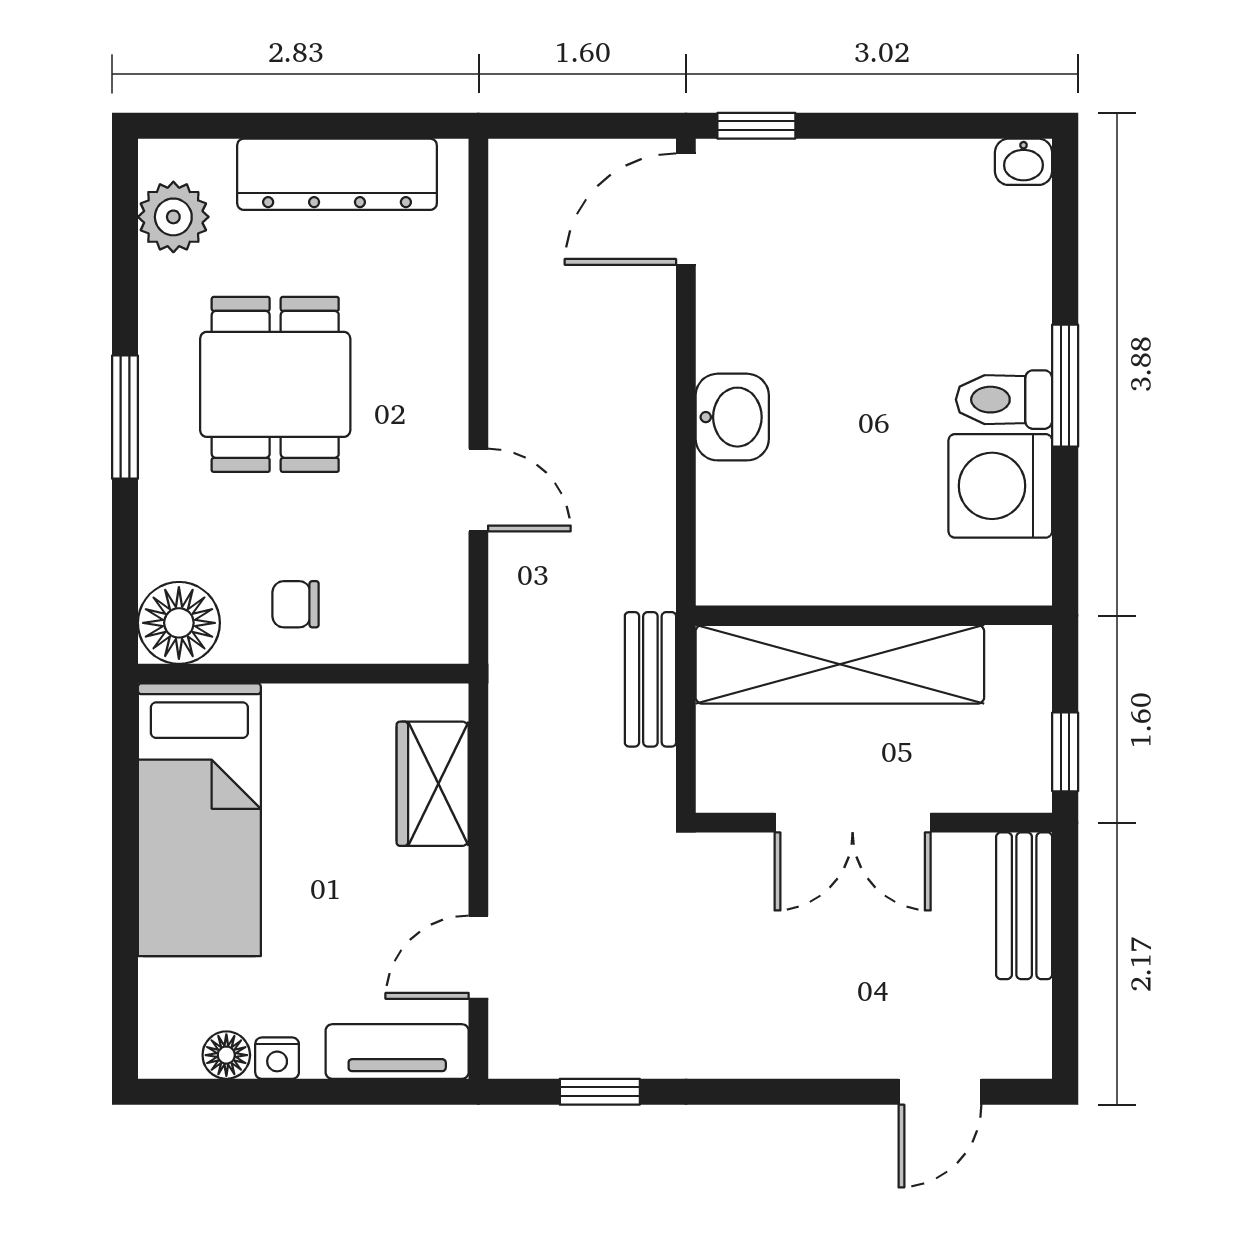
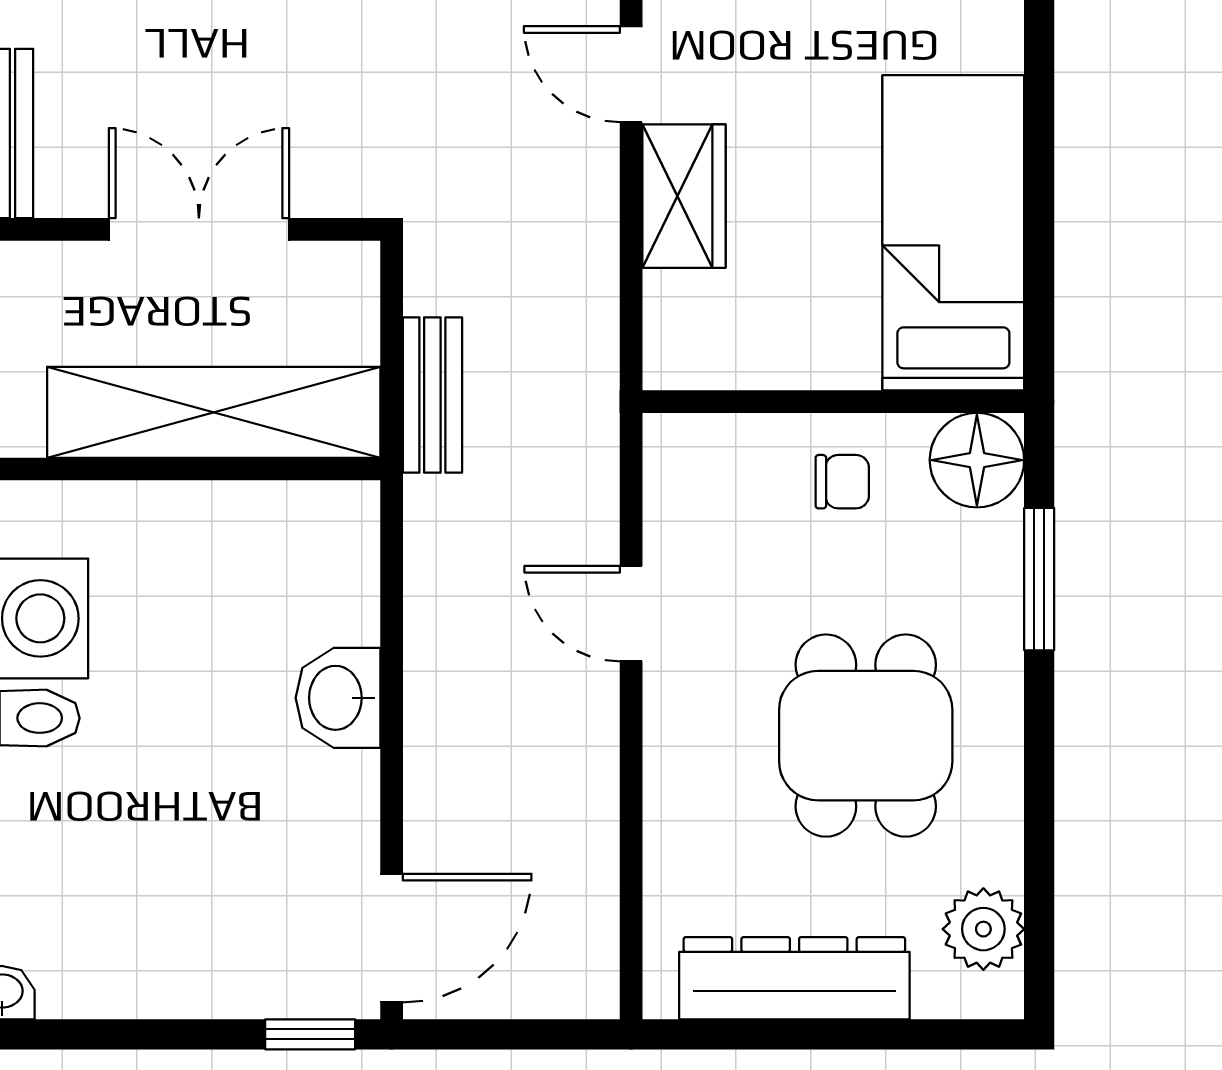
window: (125, 417) -> (1039, 579), moved
wardrobe: (433, 784) -> (684, 196), moved
door: (478, 957) -> (631, 74), swing flipped

